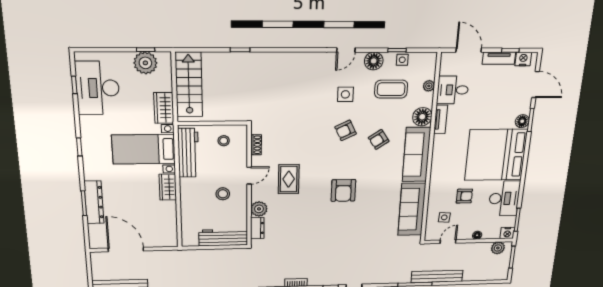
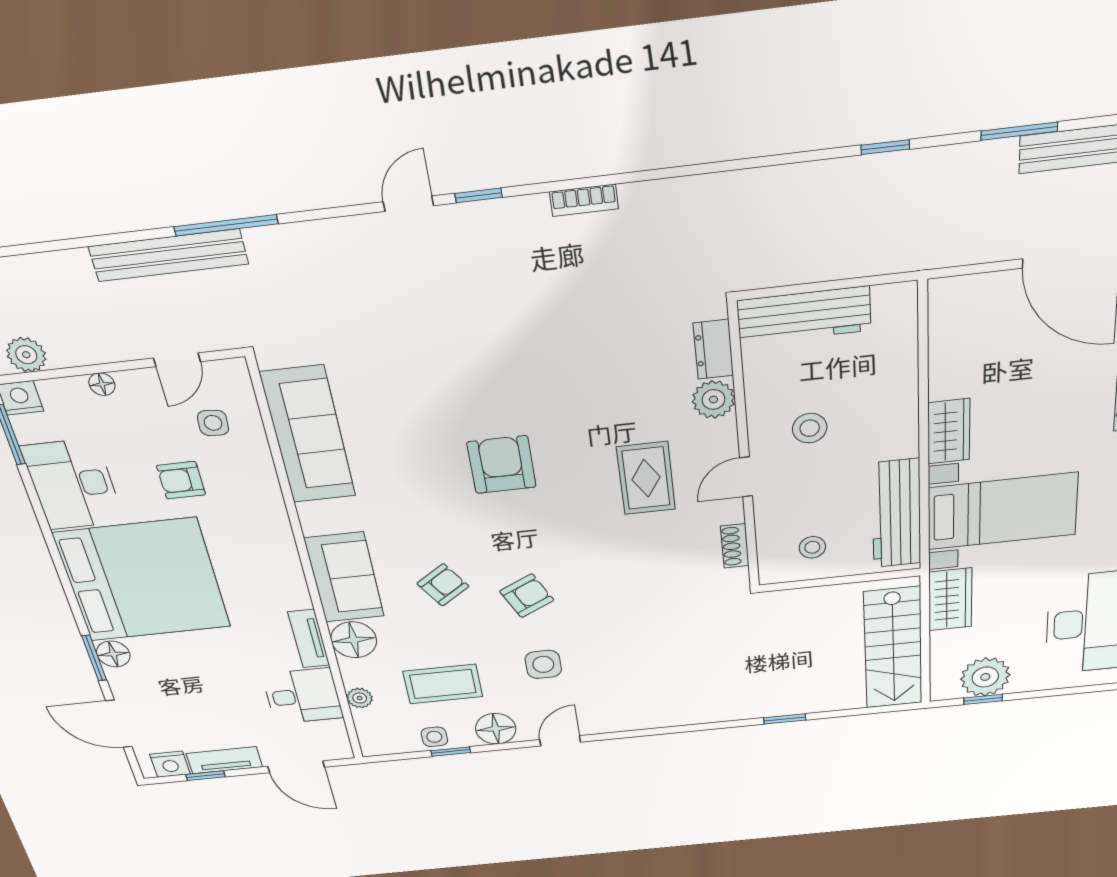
sofa: (416, 155) -> (344, 577), width x0.73

